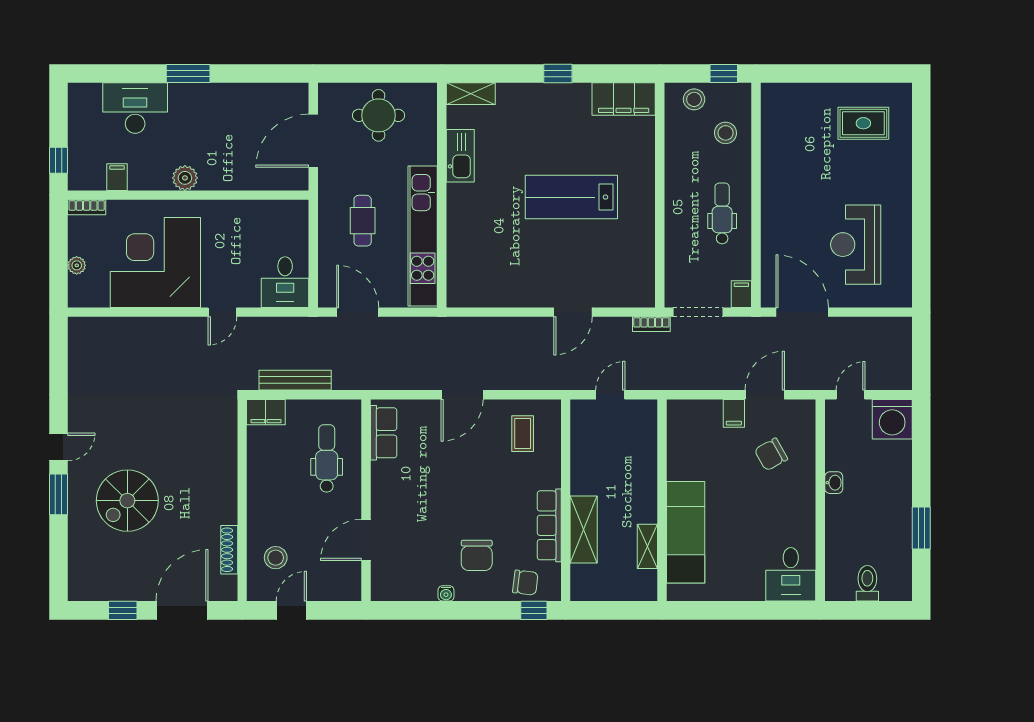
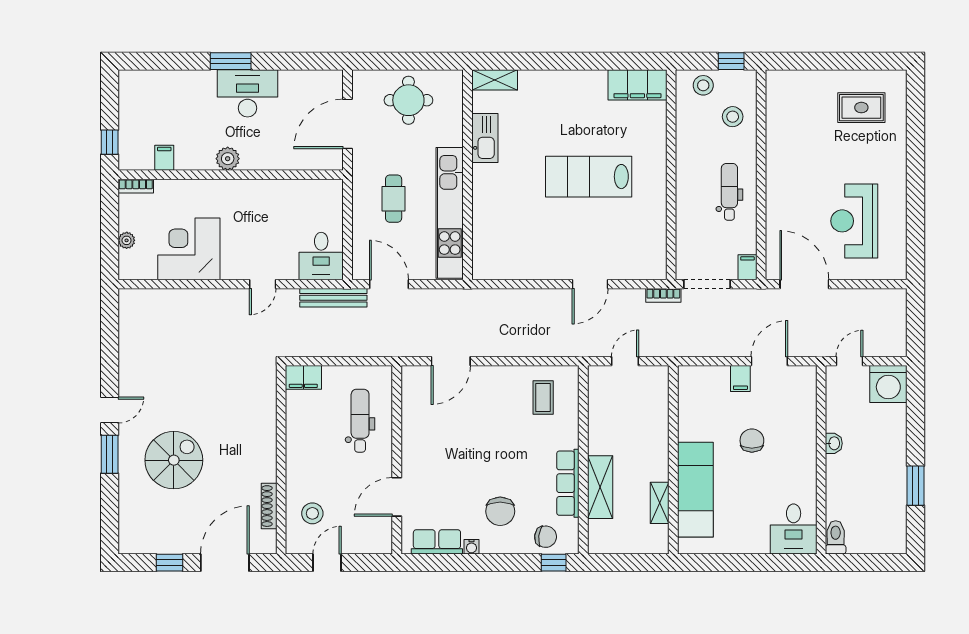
window: (558, 74) -> (576, 61), removed
desk: (135, 108) -> (247, 93), moved
corner desk: (155, 262) -> (189, 249), width x0.74, depth x0.74
bench: (295, 380) -> (333, 298), moved
door: (462, 395) -> (451, 361), moved
row of seats: (384, 433) -> (437, 542), moved, turned -90
chair: (771, 454) -> (752, 441), moved, turned 119
spiral stairs: (127, 501) -> (174, 460), turned 180
toilet: (867, 583) -> (836, 537), moved

